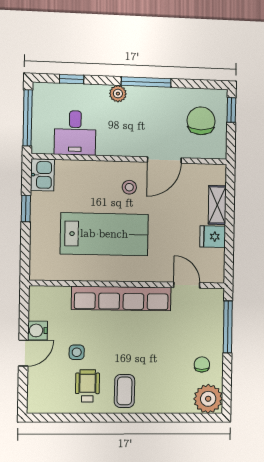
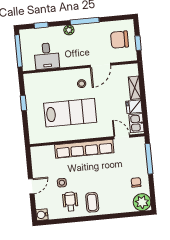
window: (231, 110) -> (138, 43), moved
chair: (201, 121) -> (120, 40), turned -90
kitchen sink: (42, 175) -> (136, 123), moved, turned 180
water cooler: (38, 330) -> (42, 215), moved

